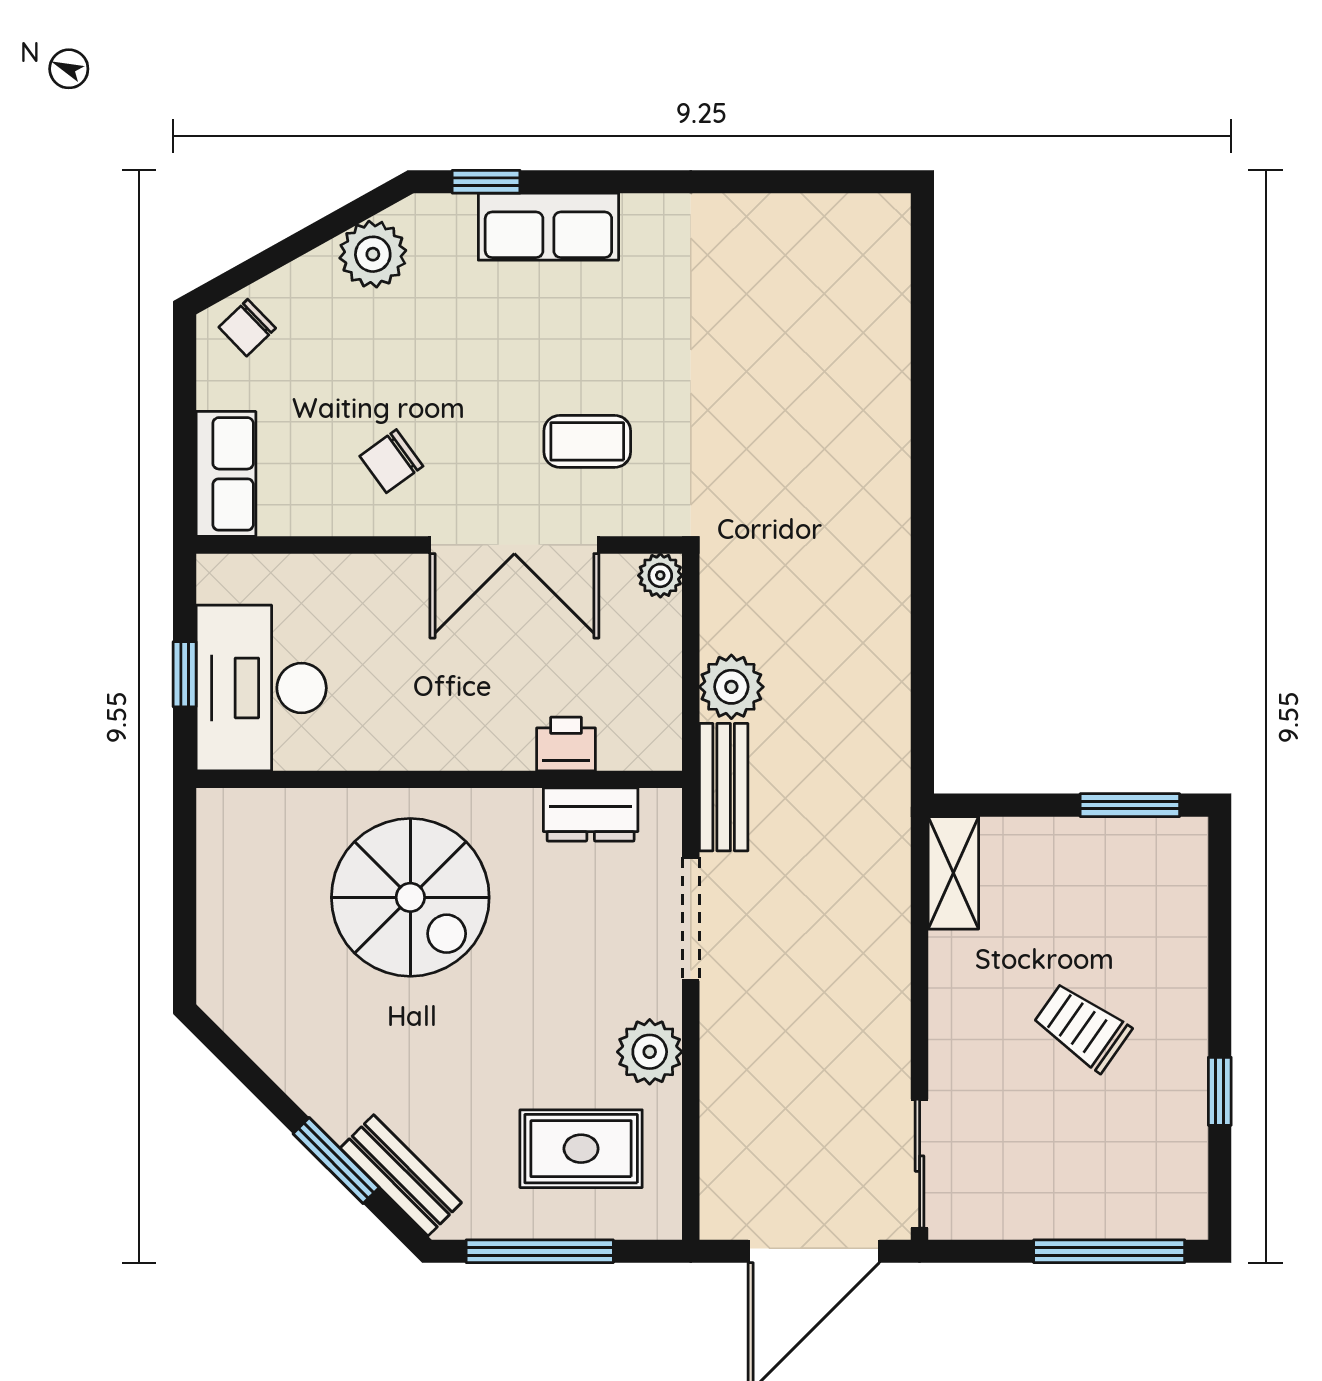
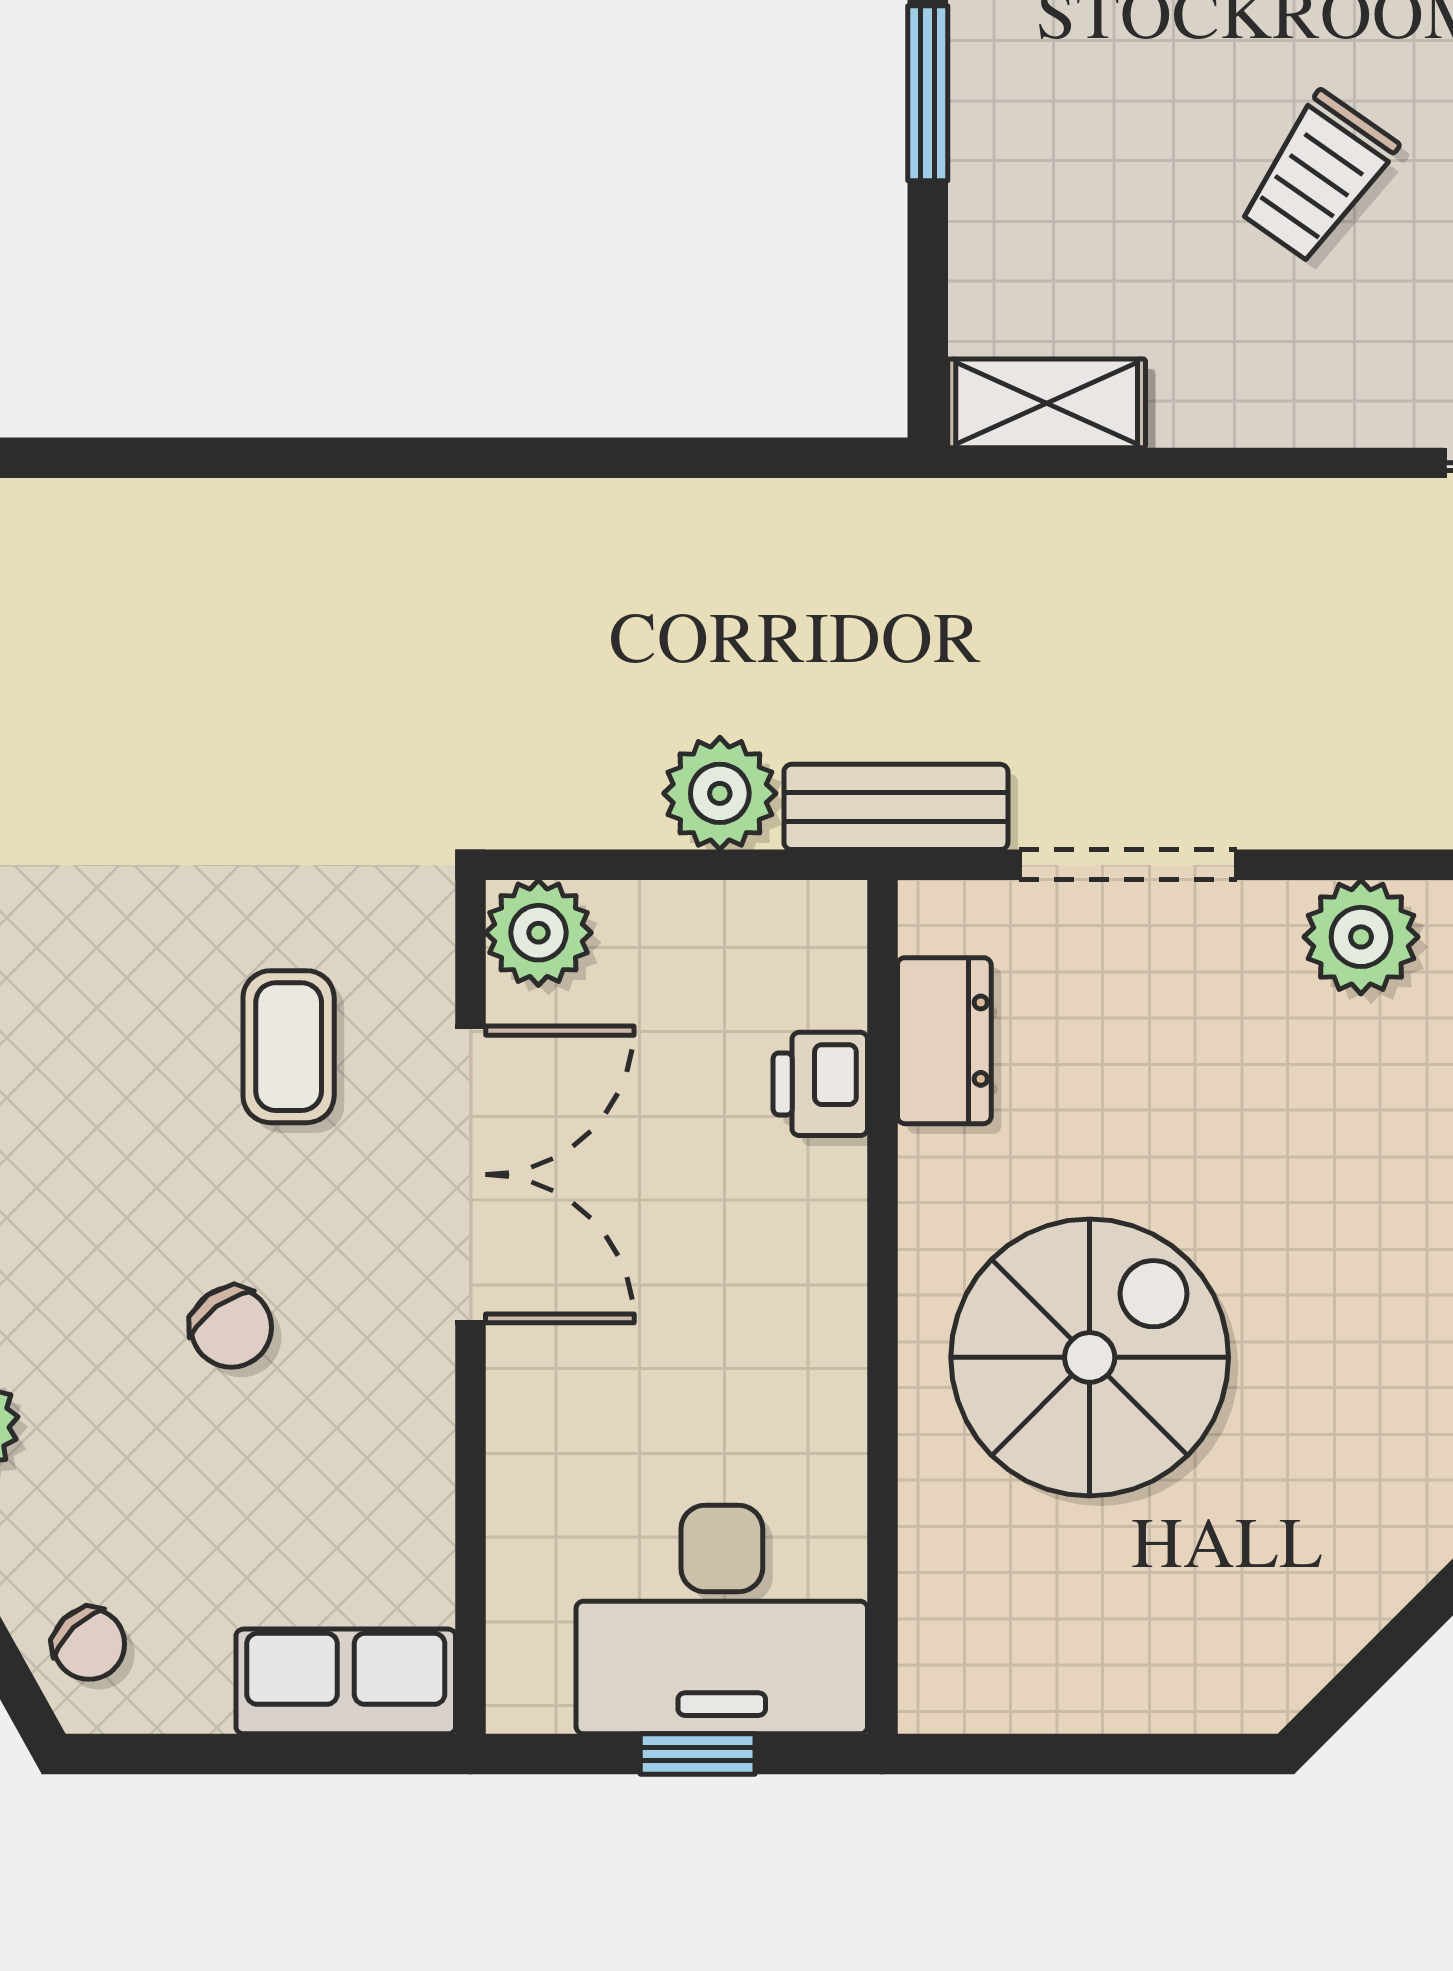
chair: (391, 461) -> (231, 1327), moved
plant: (660, 575) -> (538, 933), width x1.38, depth x1.38

